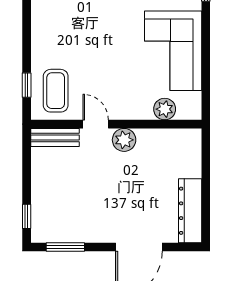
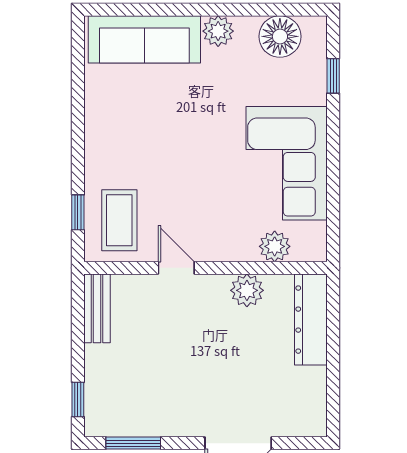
bench: (55, 138) -> (97, 308), moved, turned 90
plant: (124, 140) -> (247, 290), moved
dresser: (190, 211) -> (311, 320), moved

